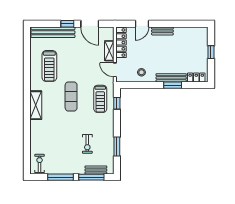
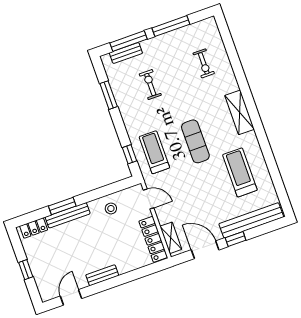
door: (142, 24) -> (71, 297), moved
shelving: (109, 51) -> (171, 238), moved
exercise bike: (40, 163) -> (204, 63), moved

